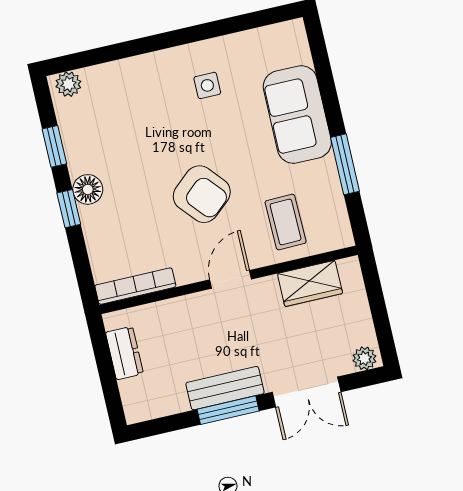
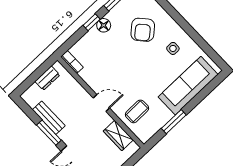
sofa: (297, 114) -> (188, 86), width x1.36
armchair: (202, 194) -> (143, 30), moved
bookcase: (135, 286) -> (72, 62), width x0.64
bench: (225, 388) -> (49, 118), moved

